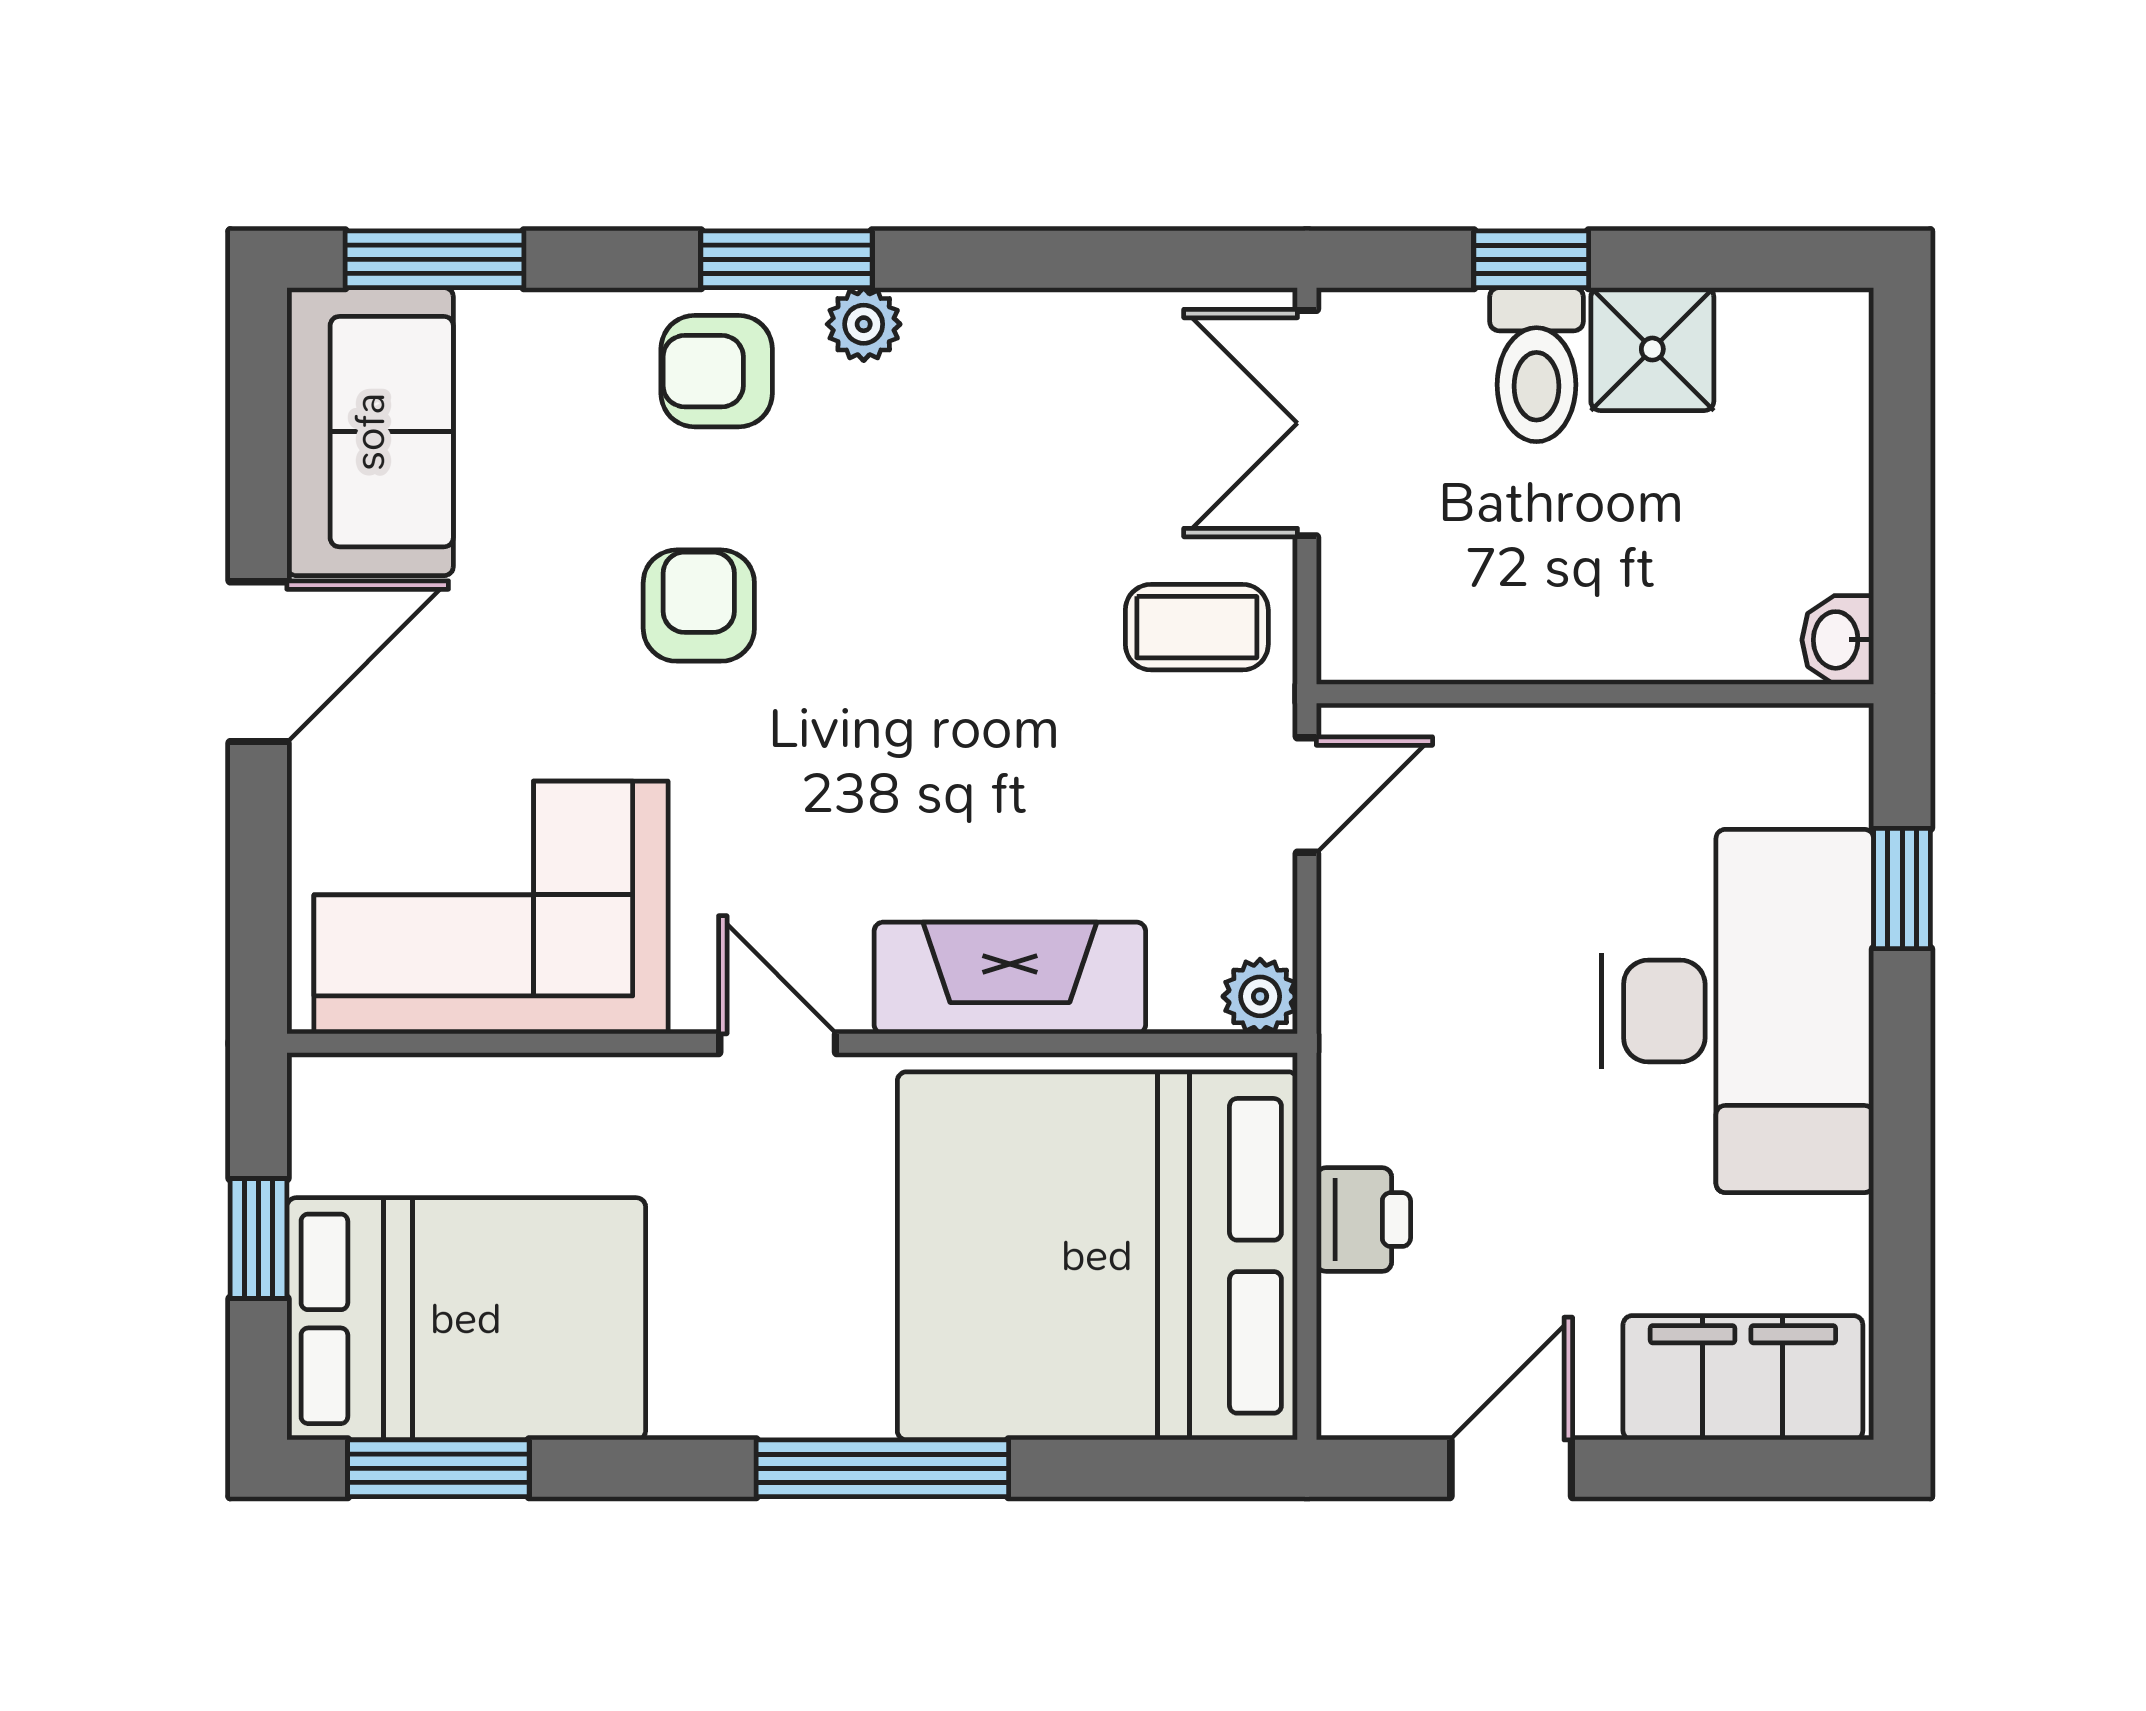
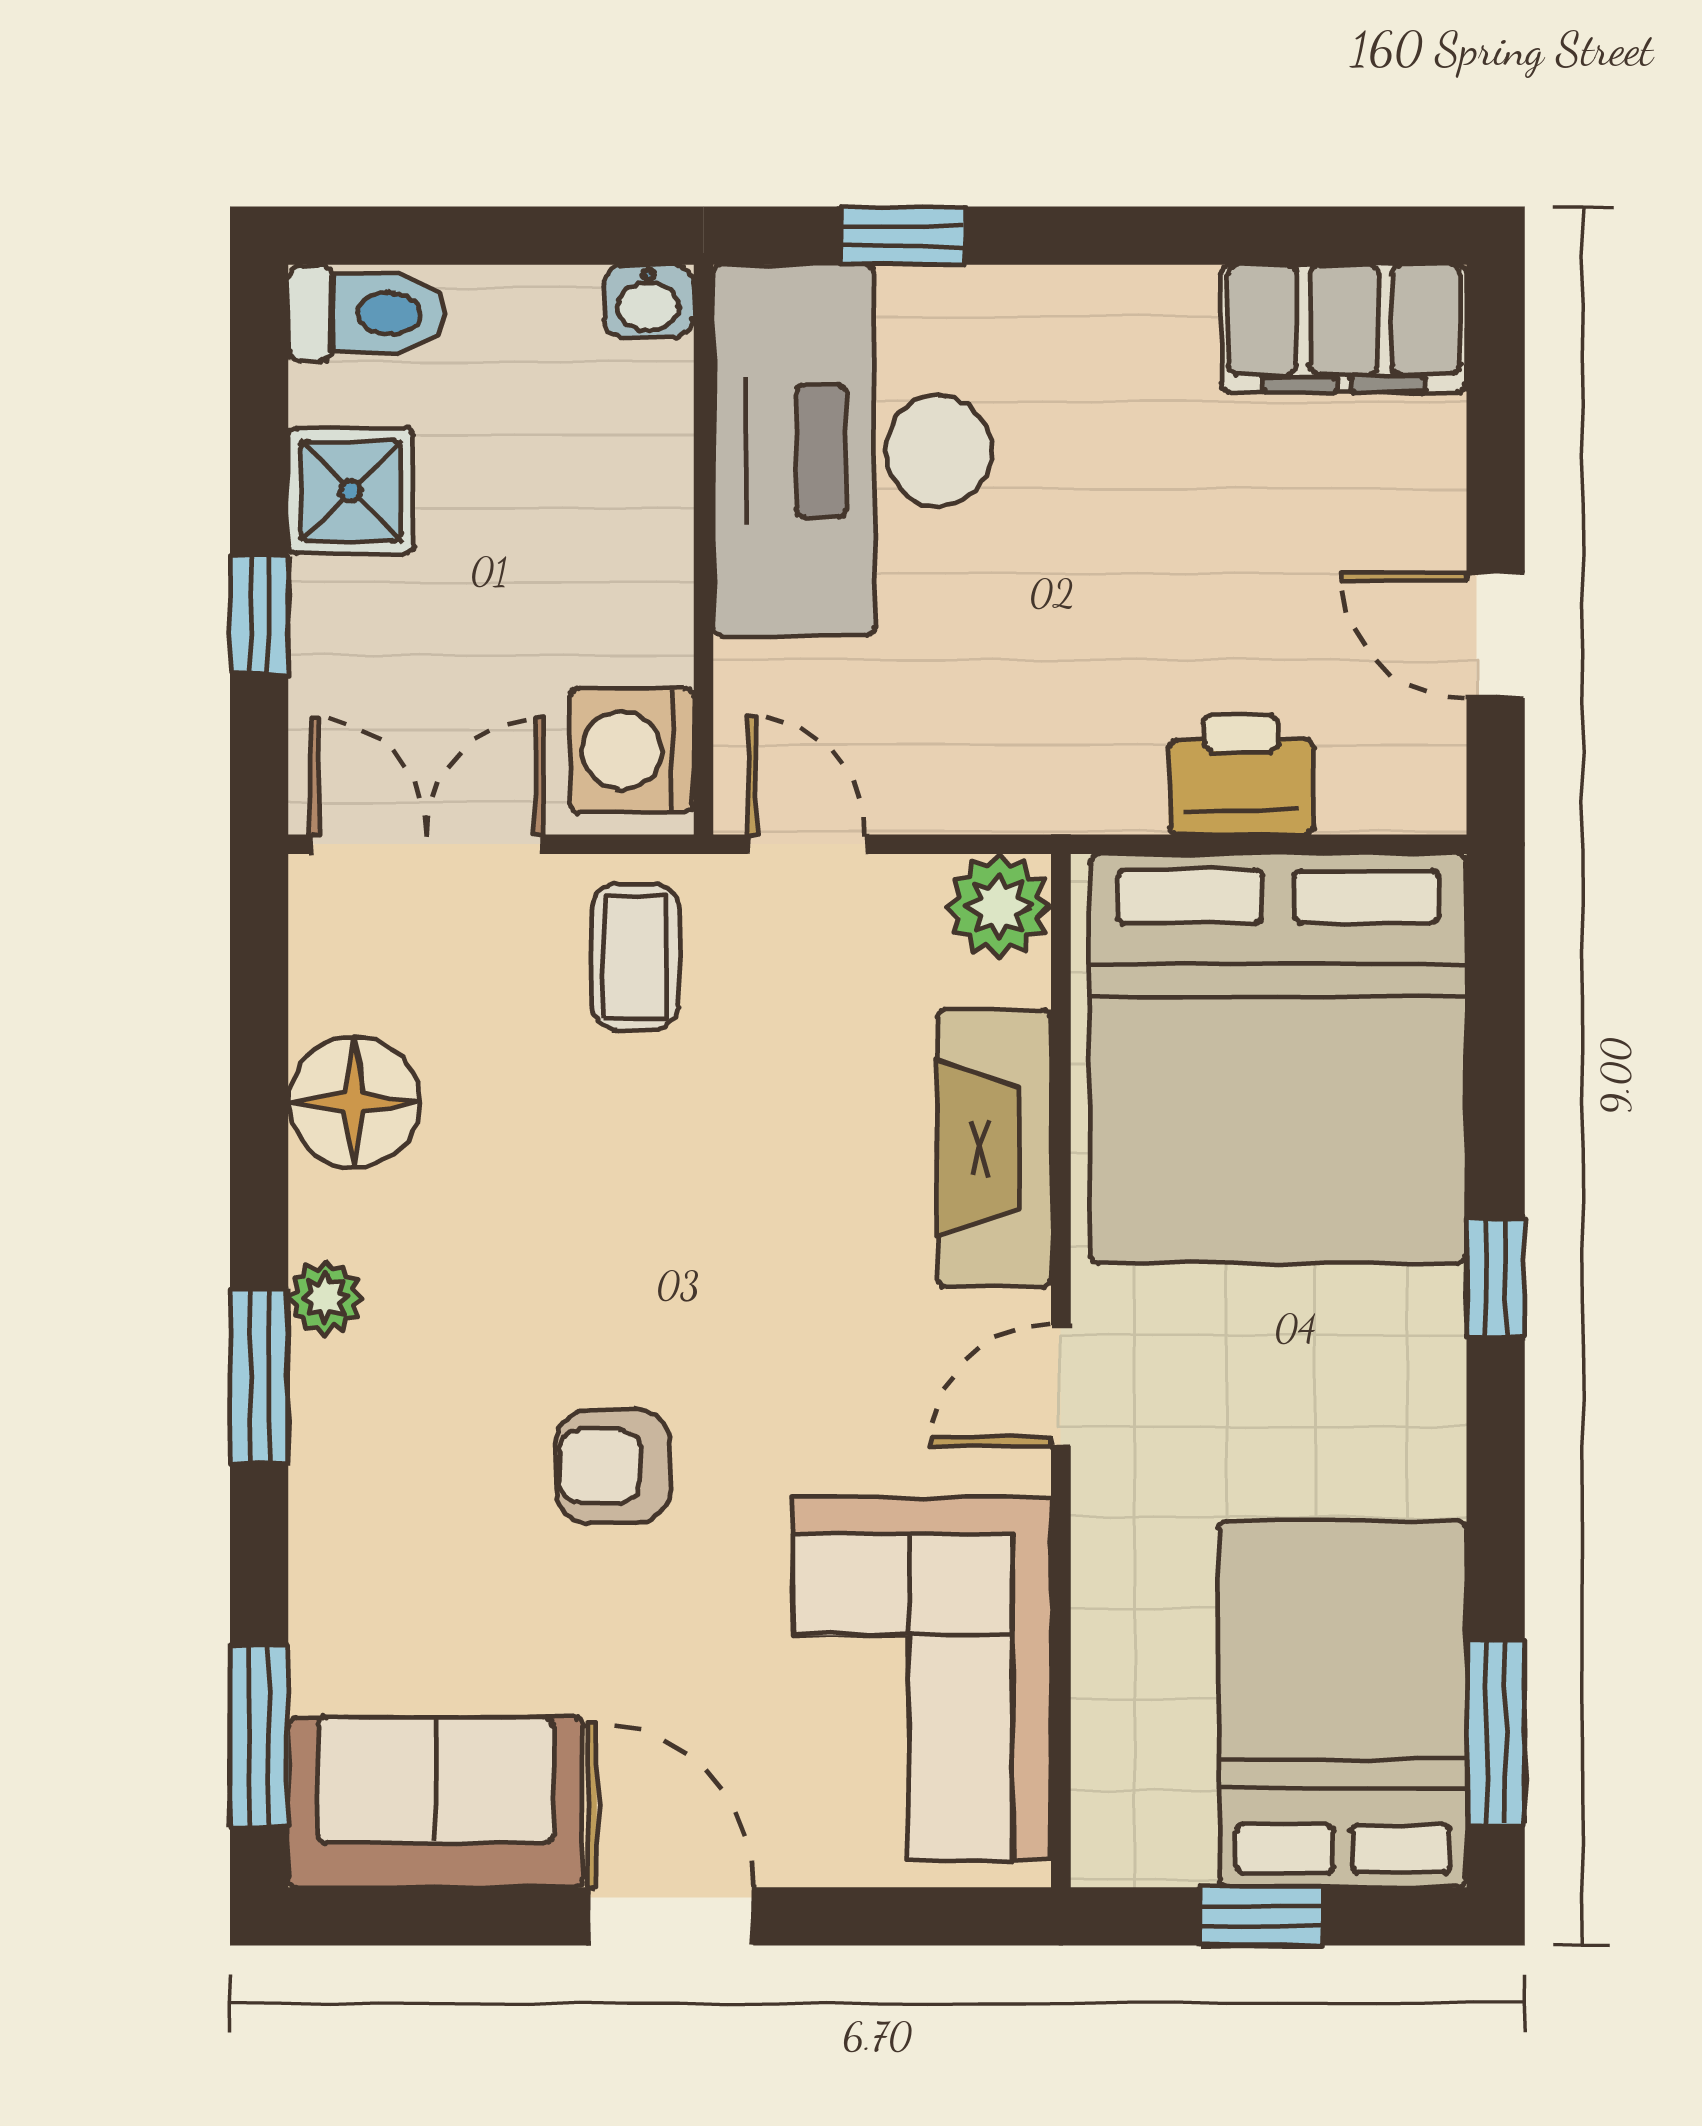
floor lamp: (1055, 352) -> (354, 1102), added
toilet: (1536, 365) -> (367, 313), moved
armchair: (717, 371) -> (374, 1448), removed
double door: (1307, 423) -> (427, 844), swing flipped
washing machine: (1399, 624) -> (632, 750), added
plant: (1260, 996) -> (999, 906), width x1.38, depth x1.38
desk: (1738, 1011) -> (852, 450), moved, turned -90
printer: (1363, 1220) -> (1241, 775), width x1.36, depth x1.24
filing cabinet: (1743, 1378) -> (1344, 328), moved, turned -90
window: (882, 1468) -> (1496, 1278), width x0.46

